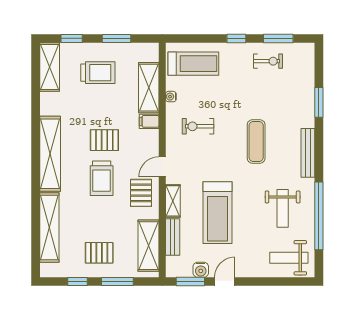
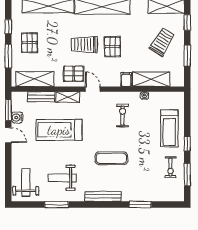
treadmill: (193, 64) -> (169, 128), moved
trolley: (98, 73) -> (162, 42), turned -149
window: (319, 216) -> (57, 205), width x0.47

